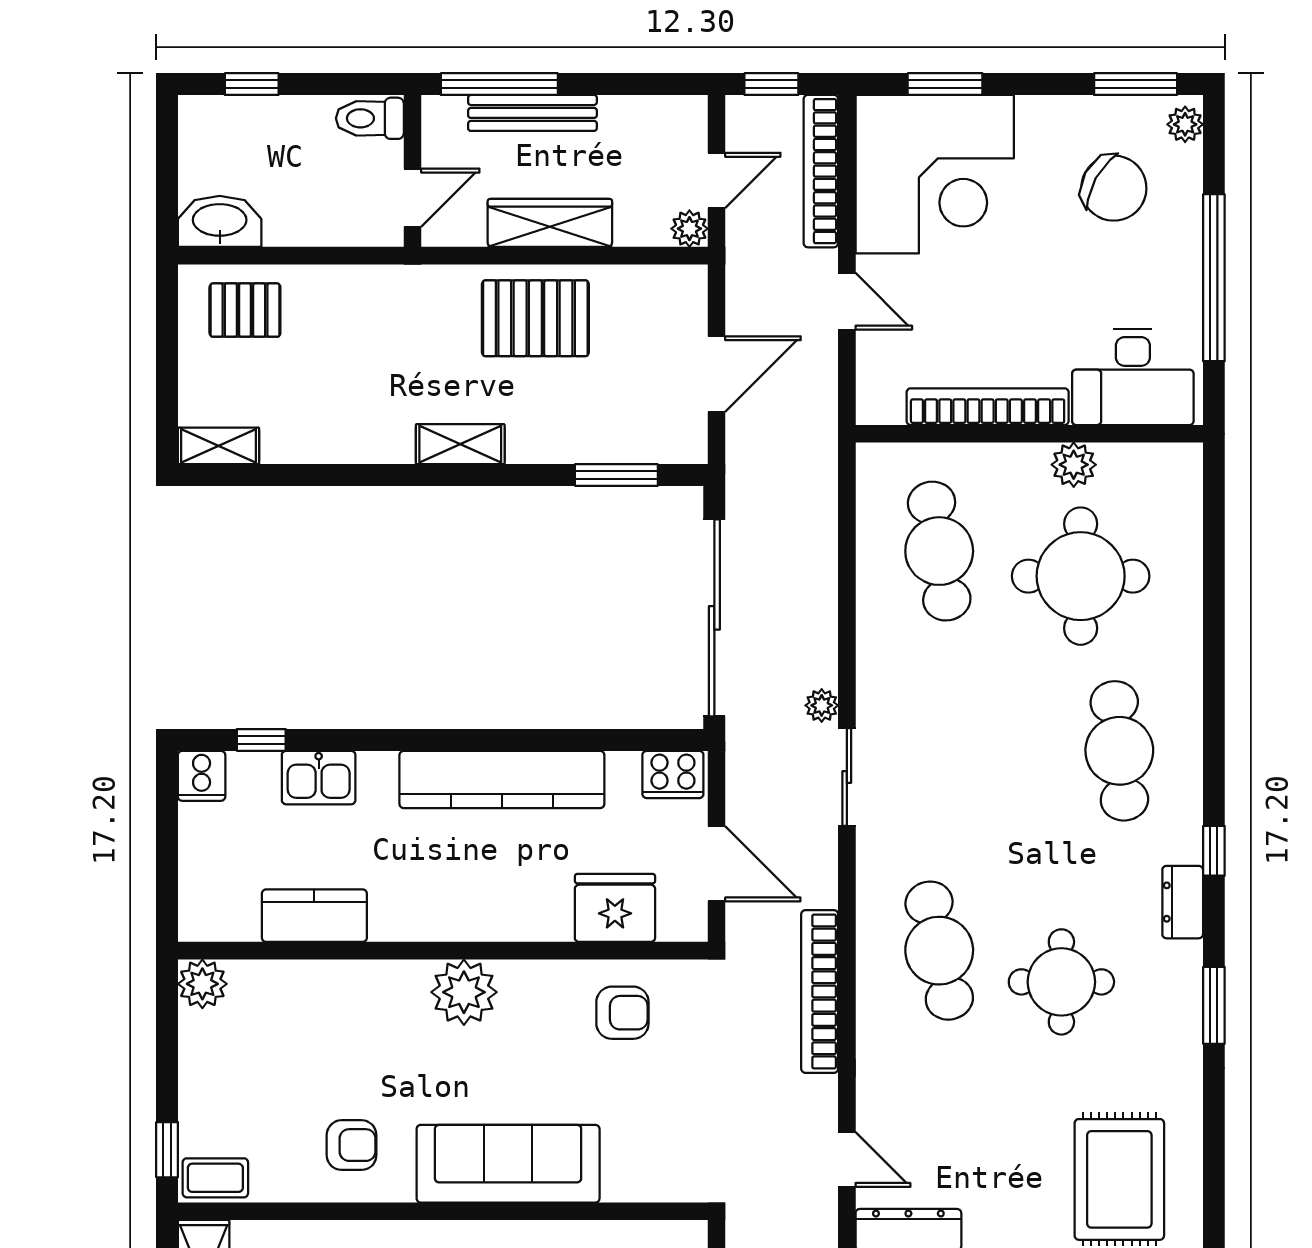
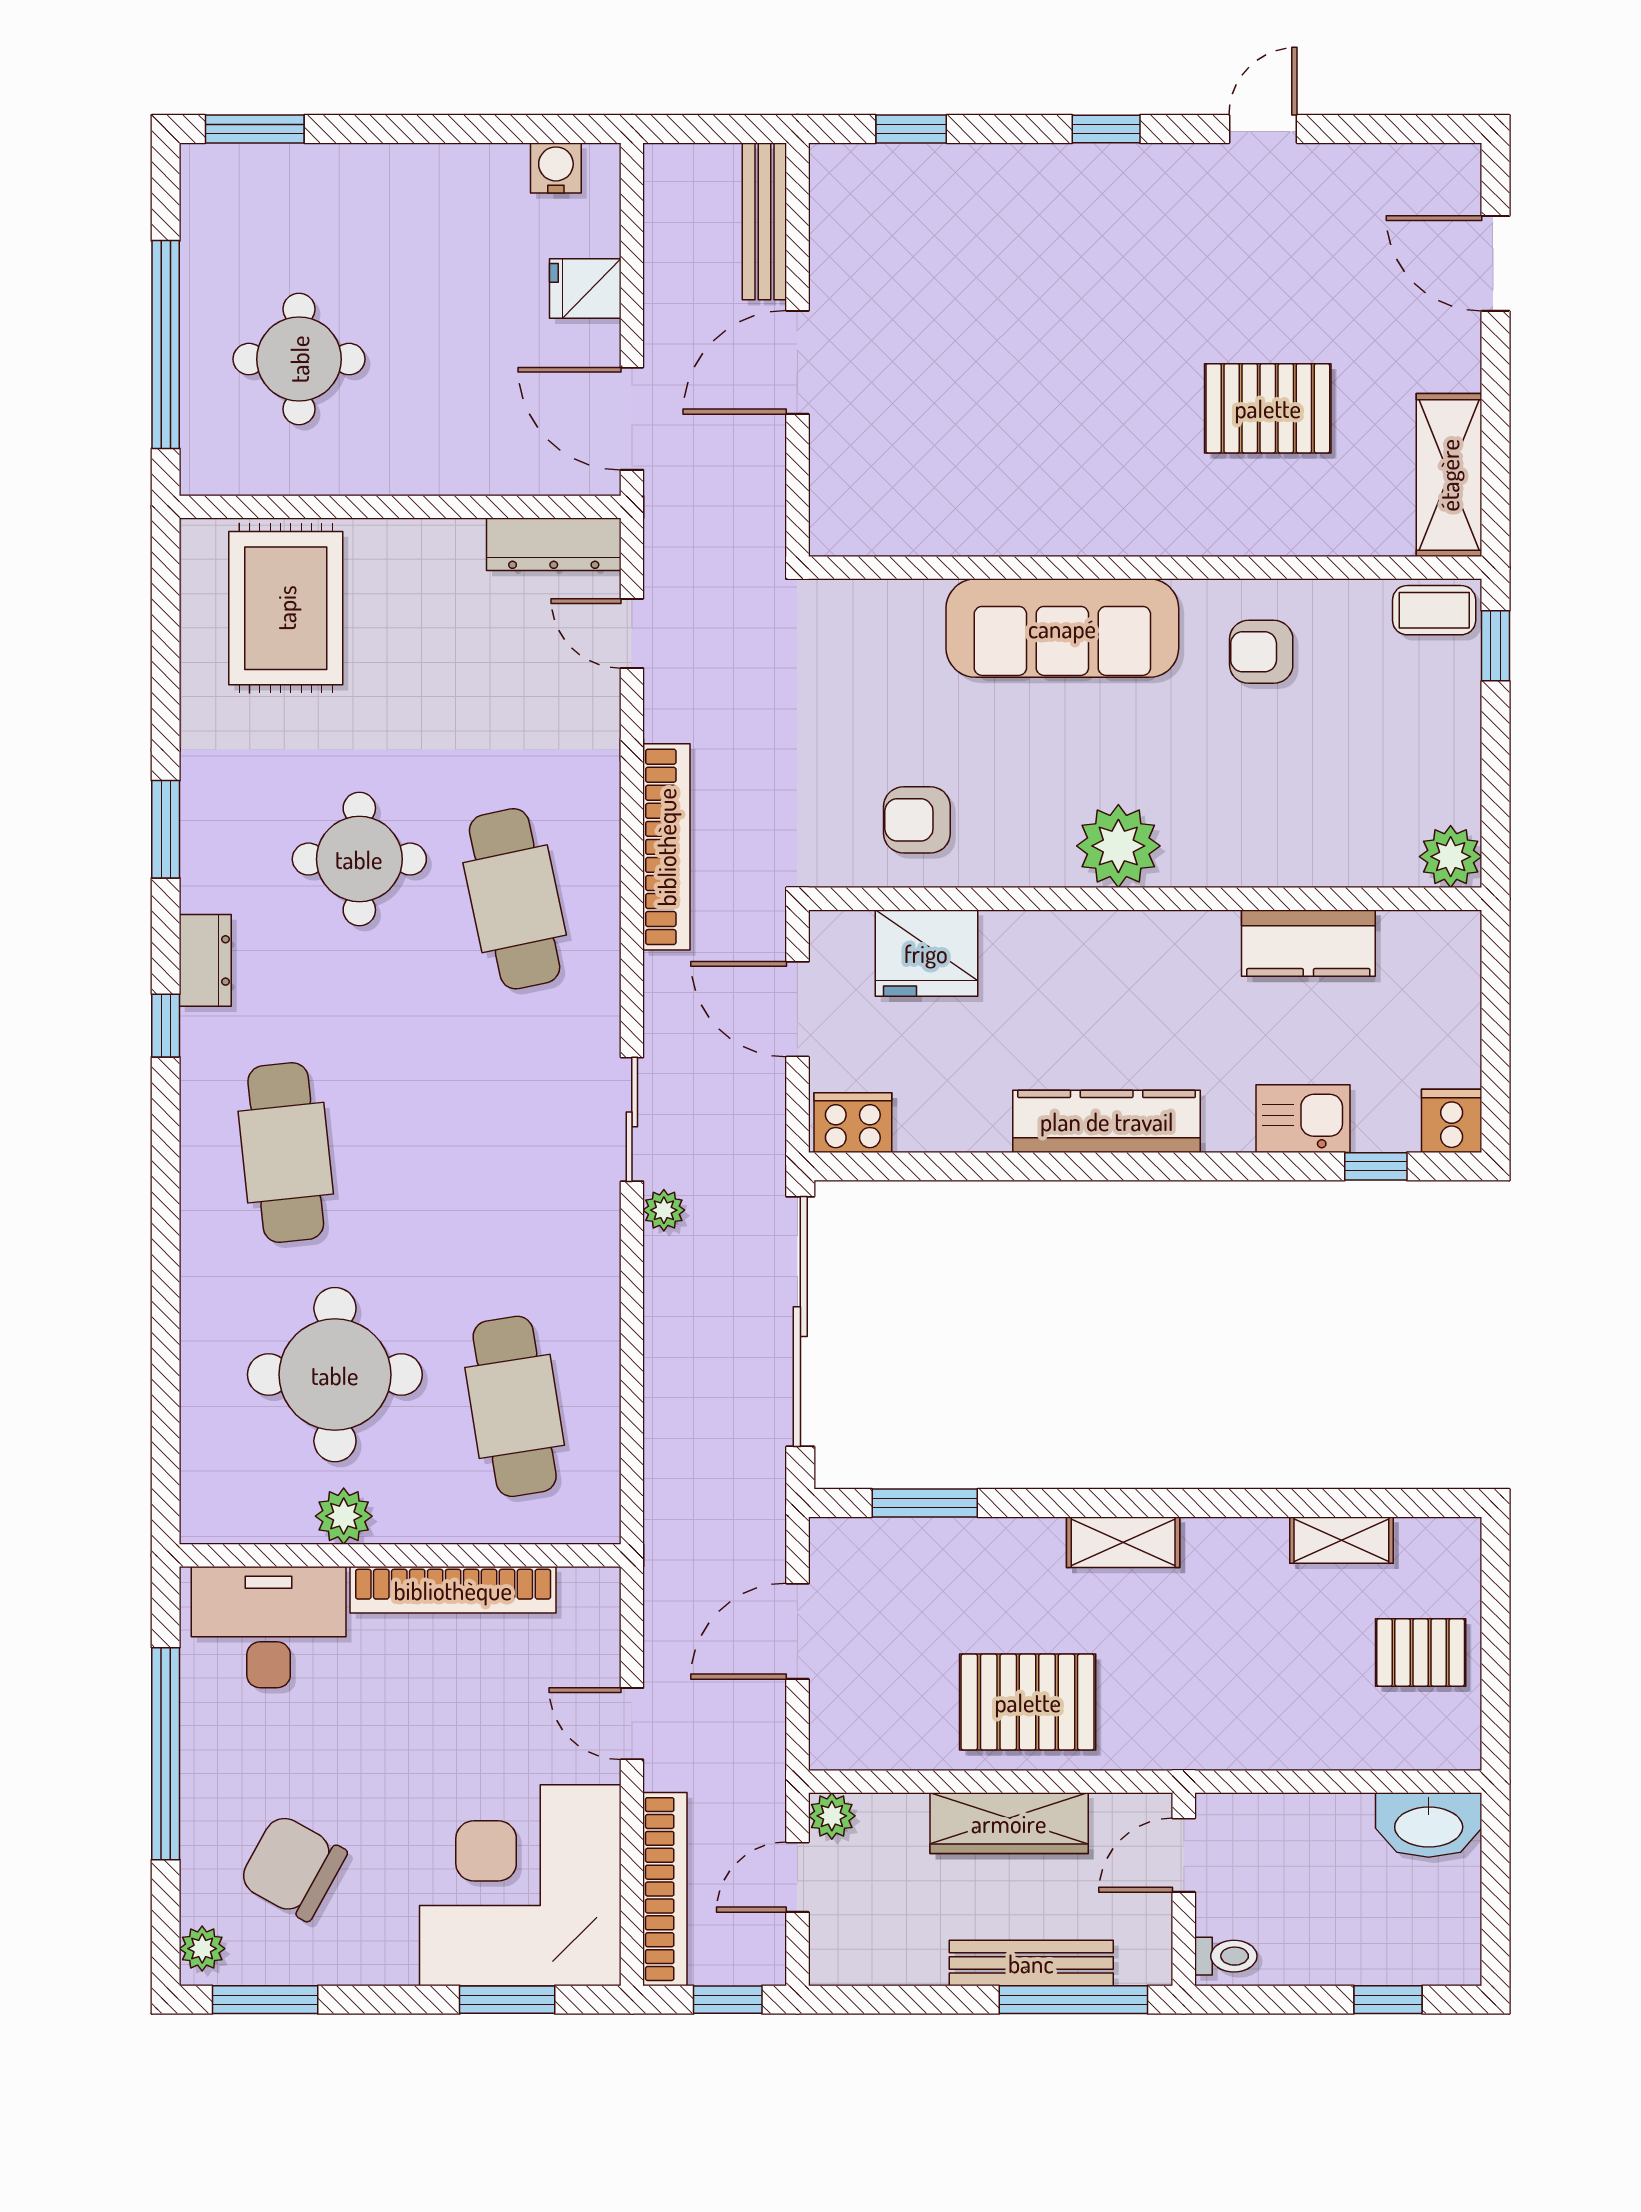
toilet: (370, 118) -> (1226, 1956), width x0.73, depth x0.72
pallet: (245, 310) -> (1421, 1653), moved
shelving: (219, 446) -> (1341, 1540), moved
kitchen counter: (502, 780) -> (1107, 1121), width x0.72, depth x0.86

